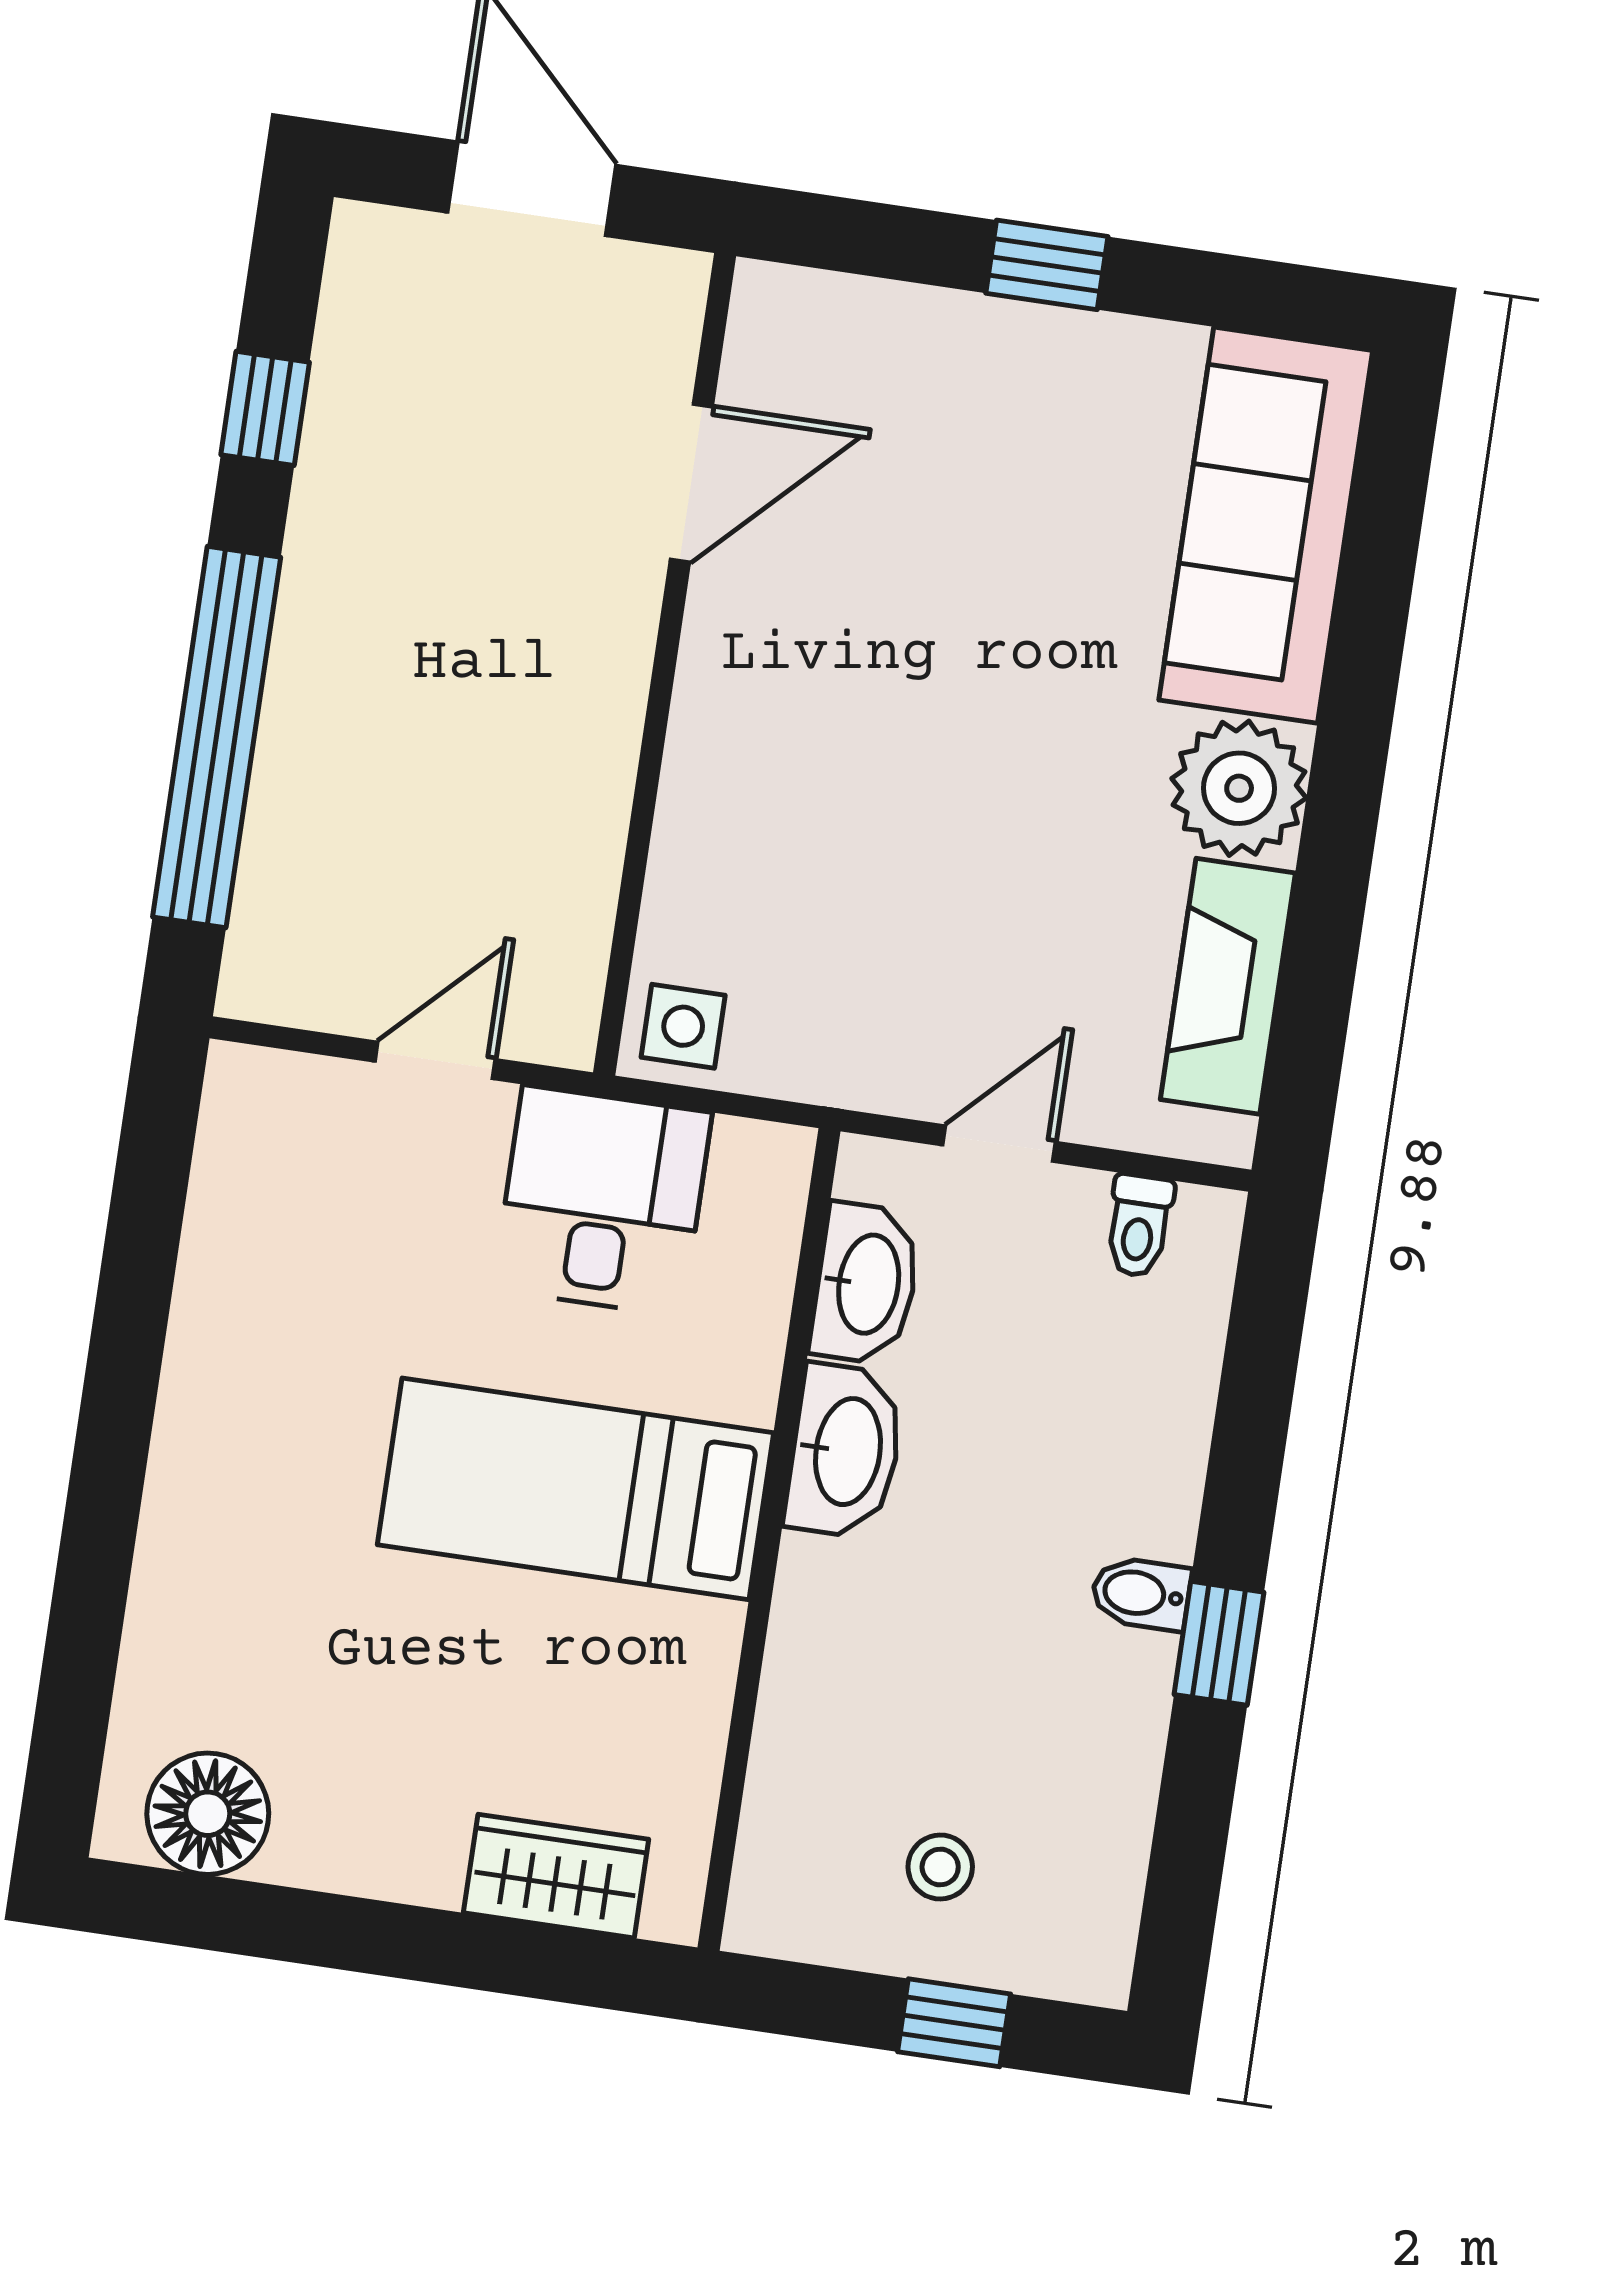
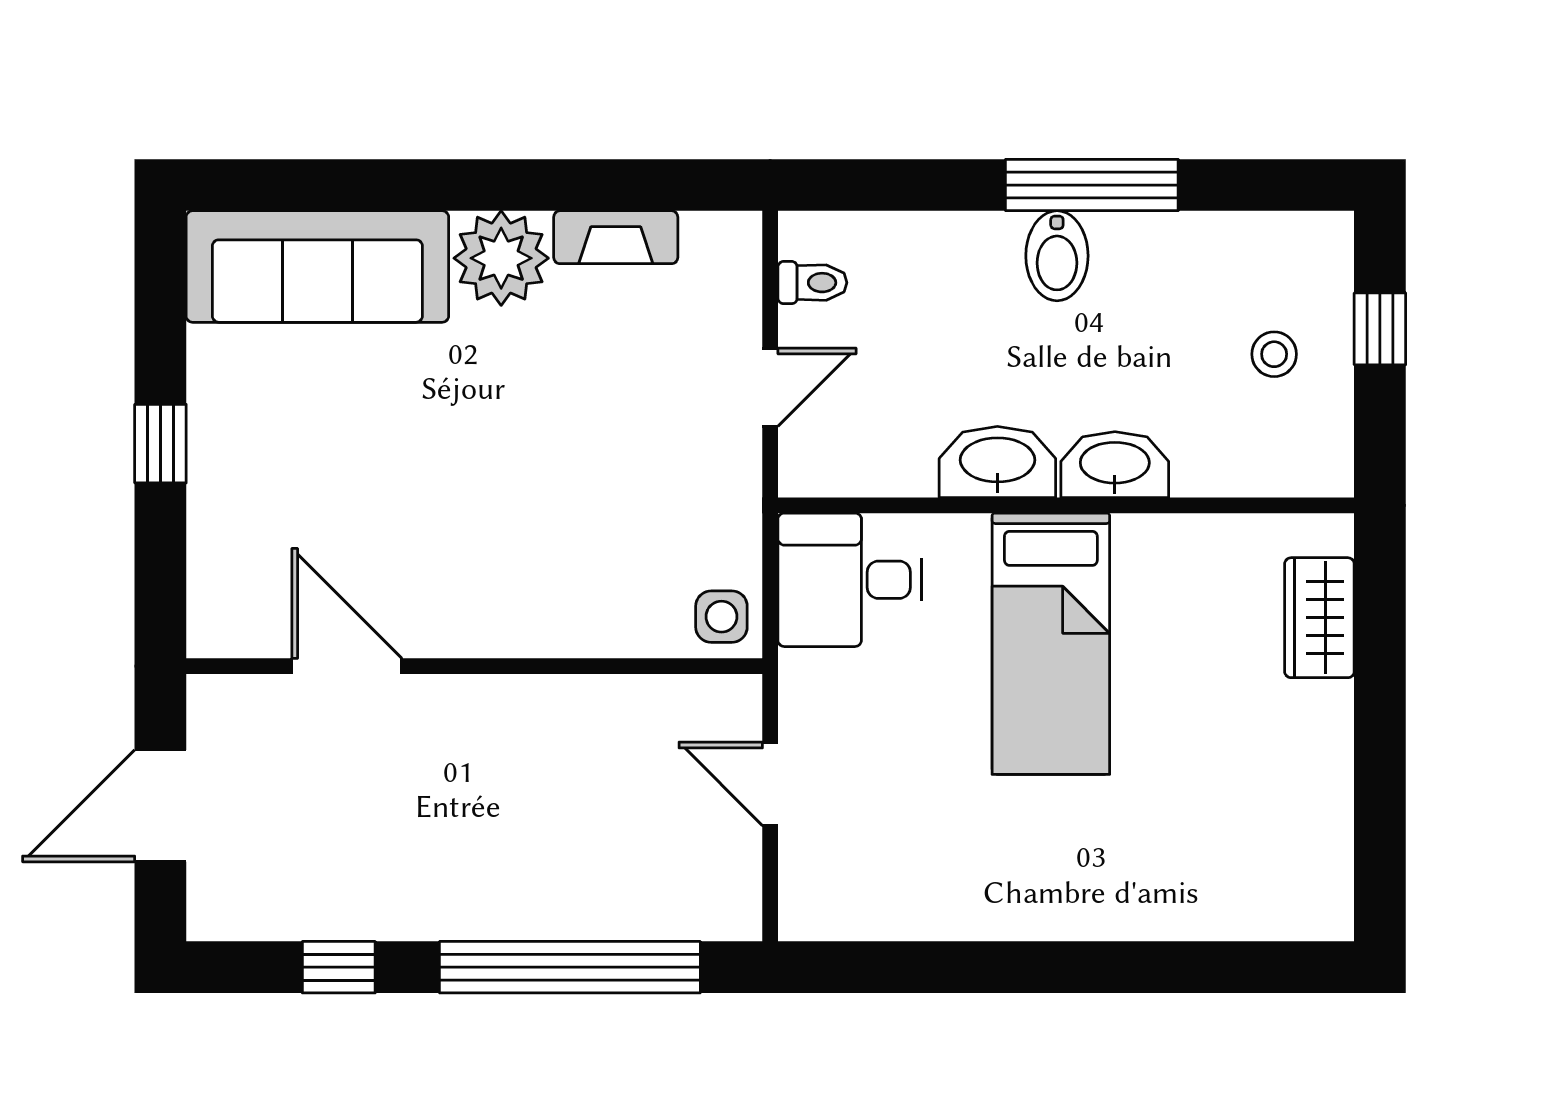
fireplace: (1228, 986) -> (616, 237), width x0.73, depth x0.76
door: (999, 1144) -> (770, 387), swing flipped
desk: (602, 1201) -> (850, 580), moved
washbasin: (866, 1284) -> (1115, 465), moved
bidet: (1141, 1594) -> (1057, 256), width x1.38, depth x1.36
window: (1219, 1643) -> (1092, 185), width x2.17
floor lamp: (208, 1814) -> (1312, 864), removed

